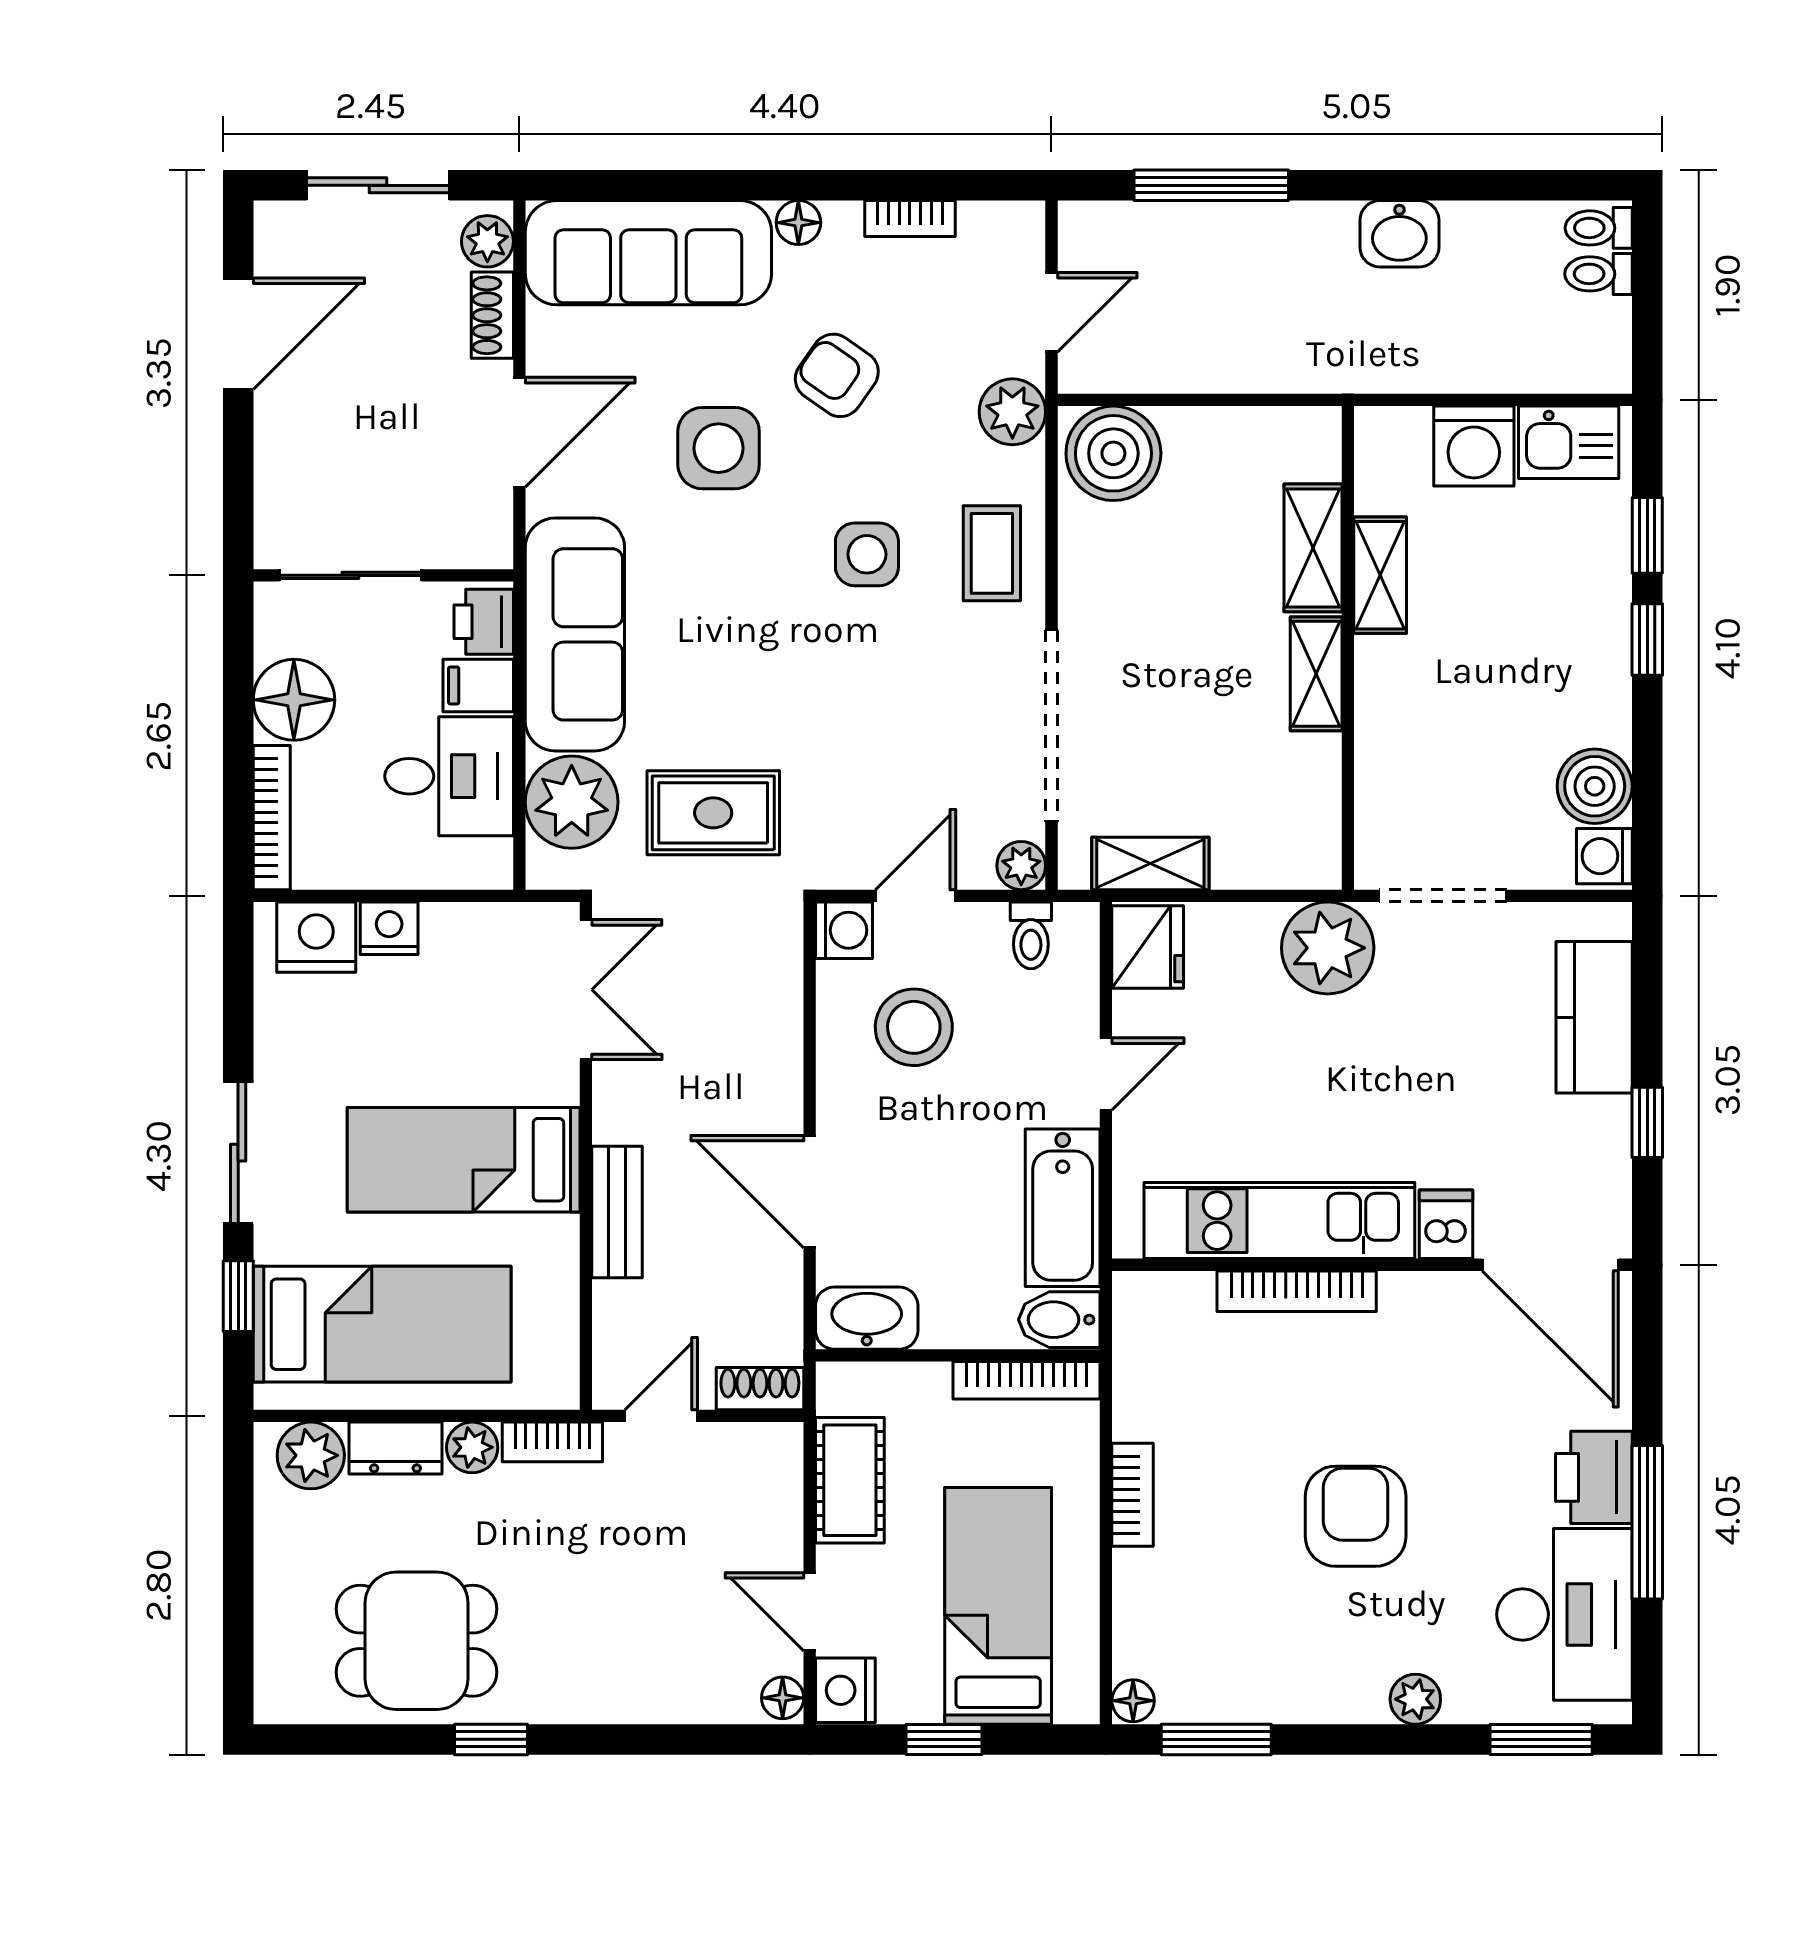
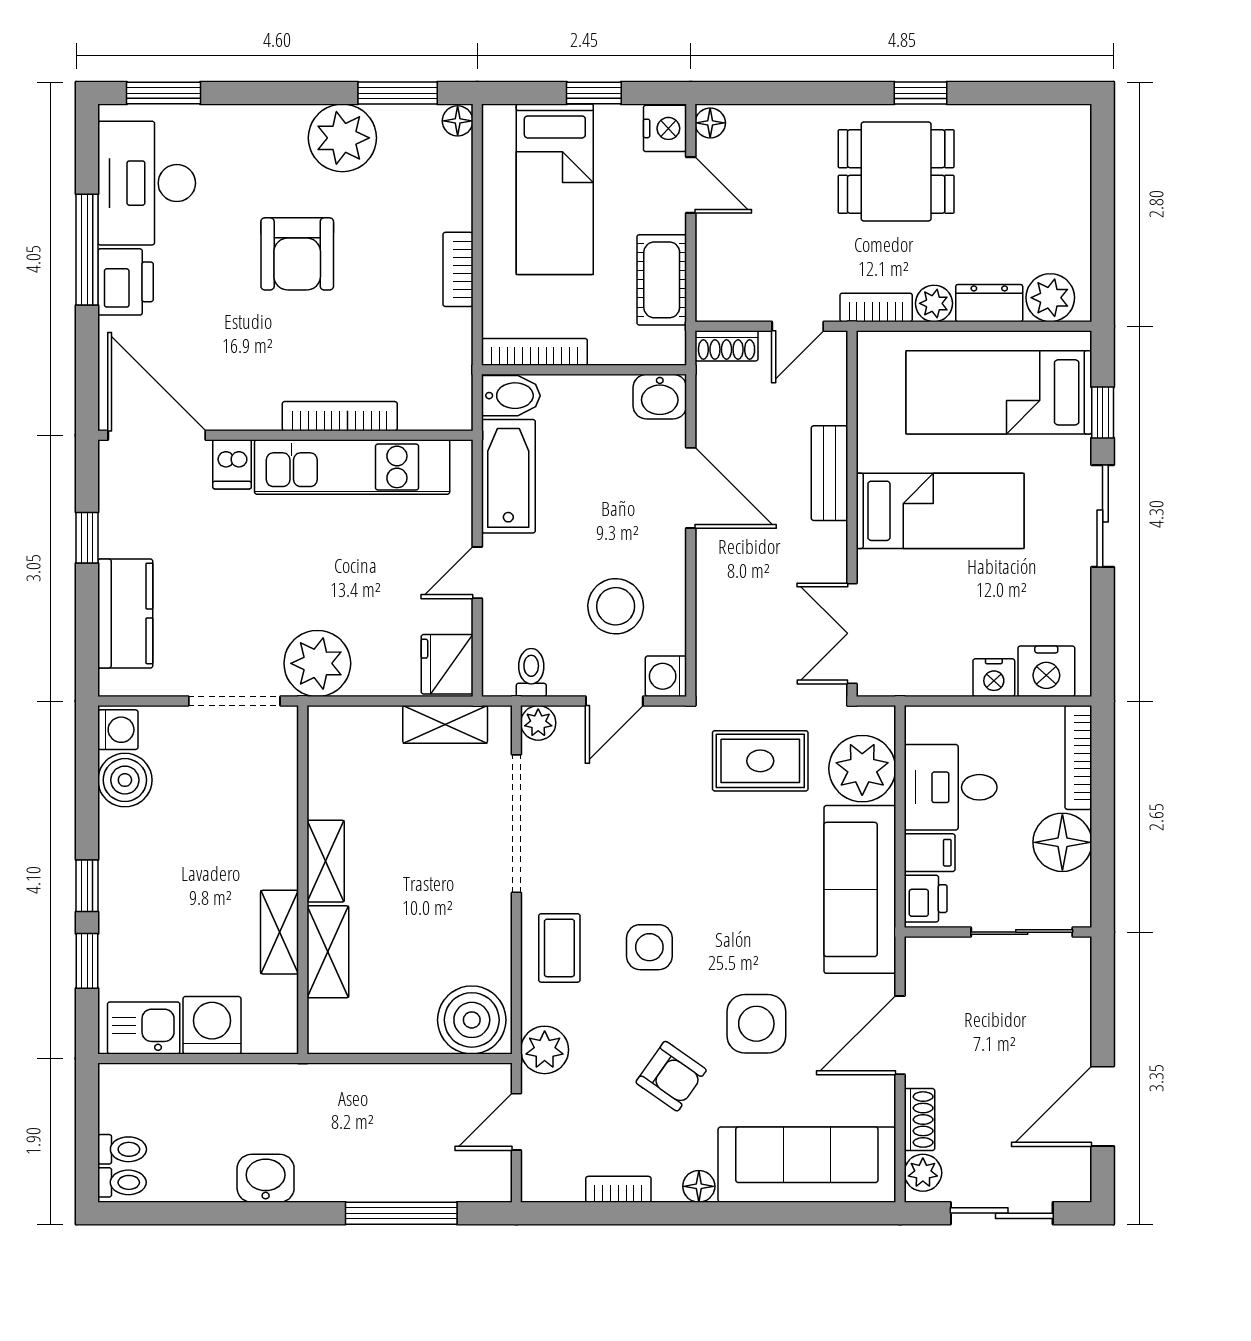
washbasin: (867, 1318) -> (660, 397), width x0.72
dining table: (417, 1641) -> (896, 171), moved
plant: (1415, 1699) -> (342, 138), moved, width x1.87, depth x1.87

